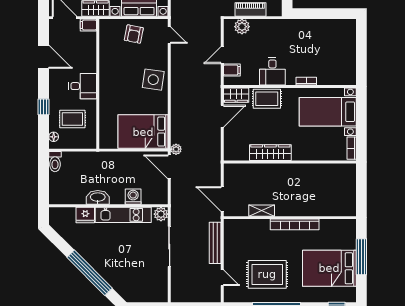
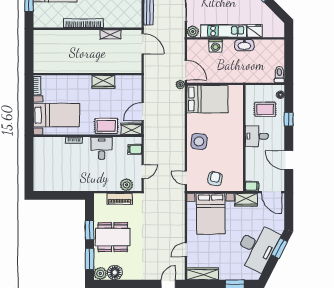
door: (222, 55) -> (143, 172), moved
wardrobe: (270, 153) -> (103, 82), width x0.67

